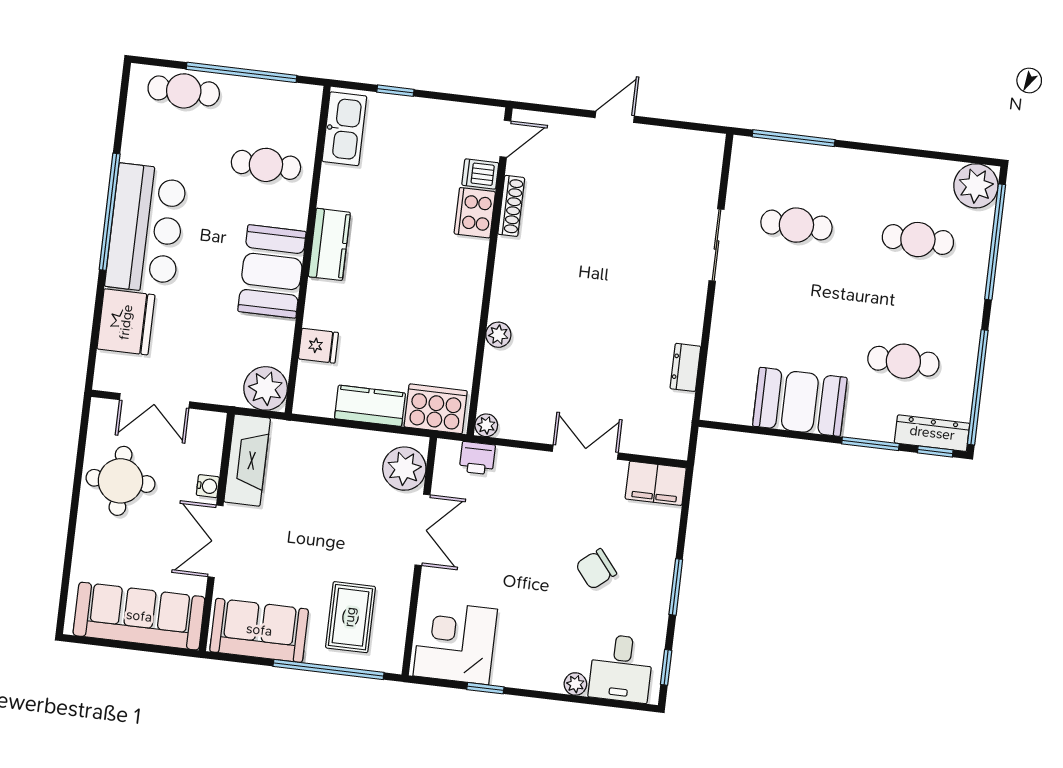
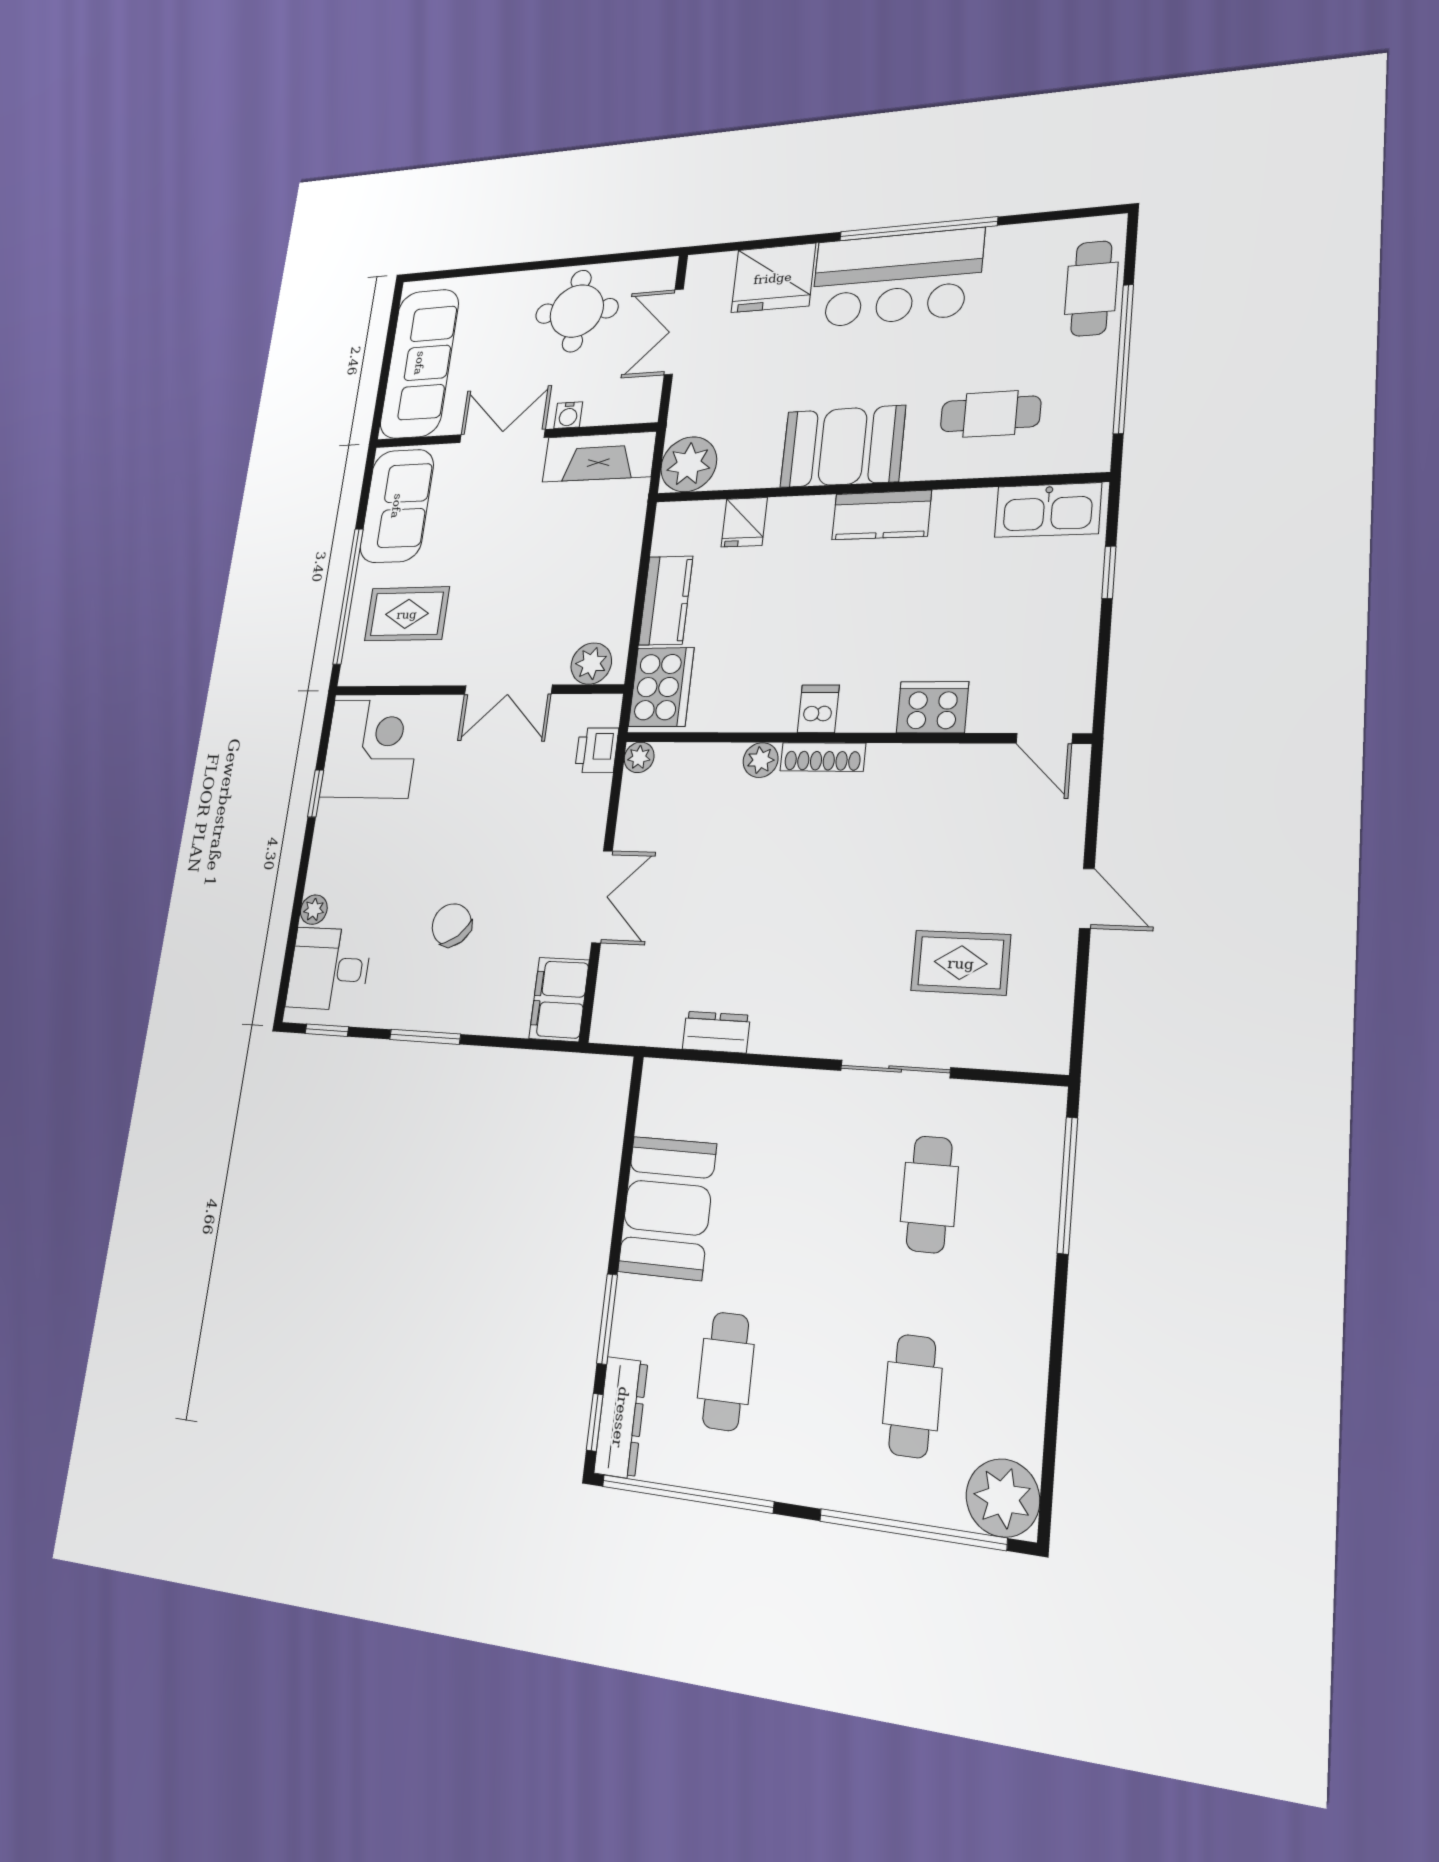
cafe table: (266, 165) -> (990, 414), turned 90
dishwasher: (480, 174) -> (818, 709), moved
rug: (650, 200) -> (961, 963), added
shoe rack: (511, 206) -> (823, 757), moved
plant: (404, 469) -> (591, 664), width x0.73, depth x0.73

